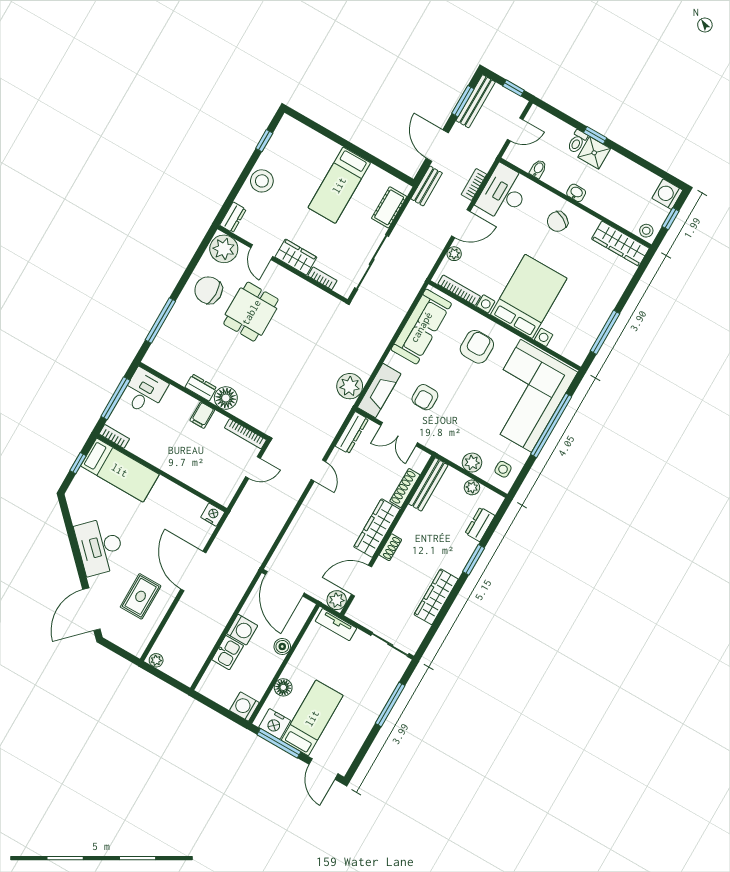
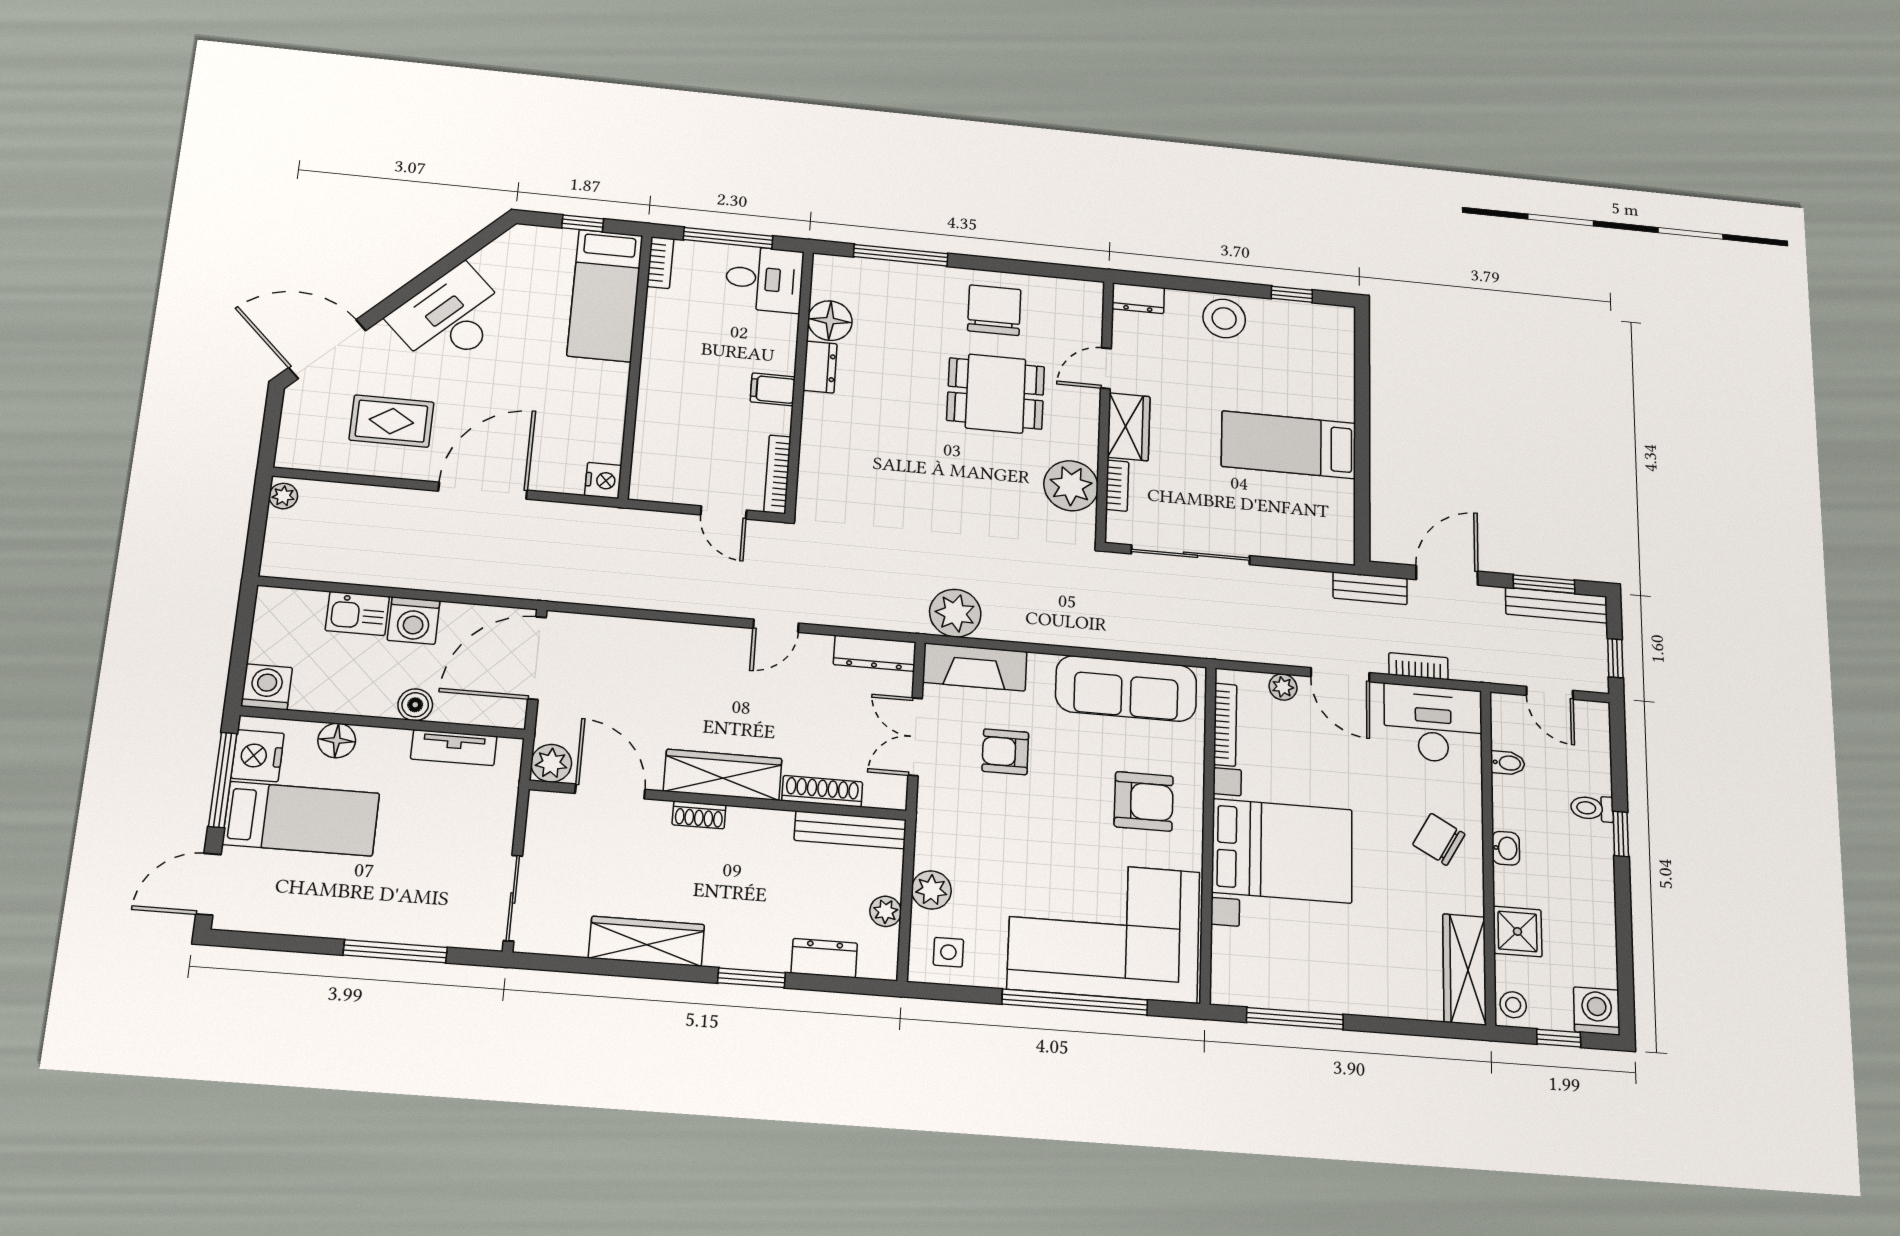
shower: (594, 153) -> (1517, 931), moved
cot: (389, 207) -> (1299, 542), removed
plant: (224, 249) -> (1071, 486), moved
floor lamp: (226, 398) -> (830, 321), moved
tv unit: (336, 625) -> (454, 748), moved, turned -90

